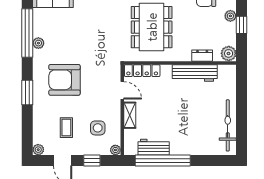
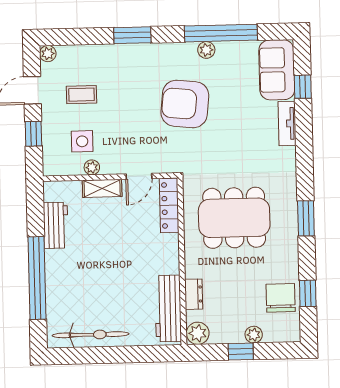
workbench: (195, 73) -> (168, 308), moved
armchair: (64, 80) -> (185, 104), moved, turned -84
plant: (115, 150) -> (92, 167), moved
window: (163, 161) -> (37, 278), moved

